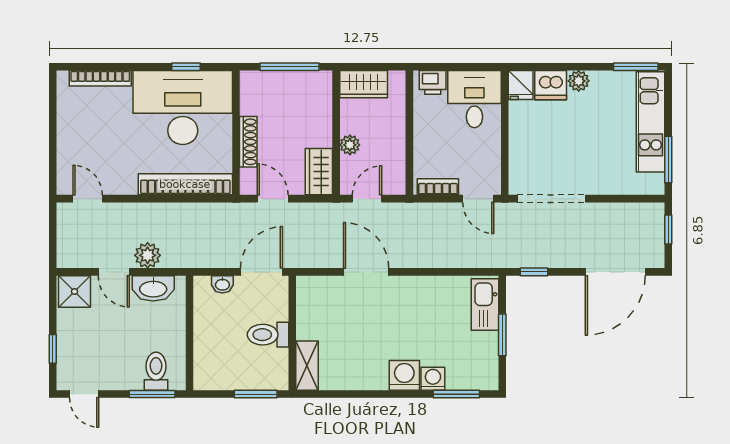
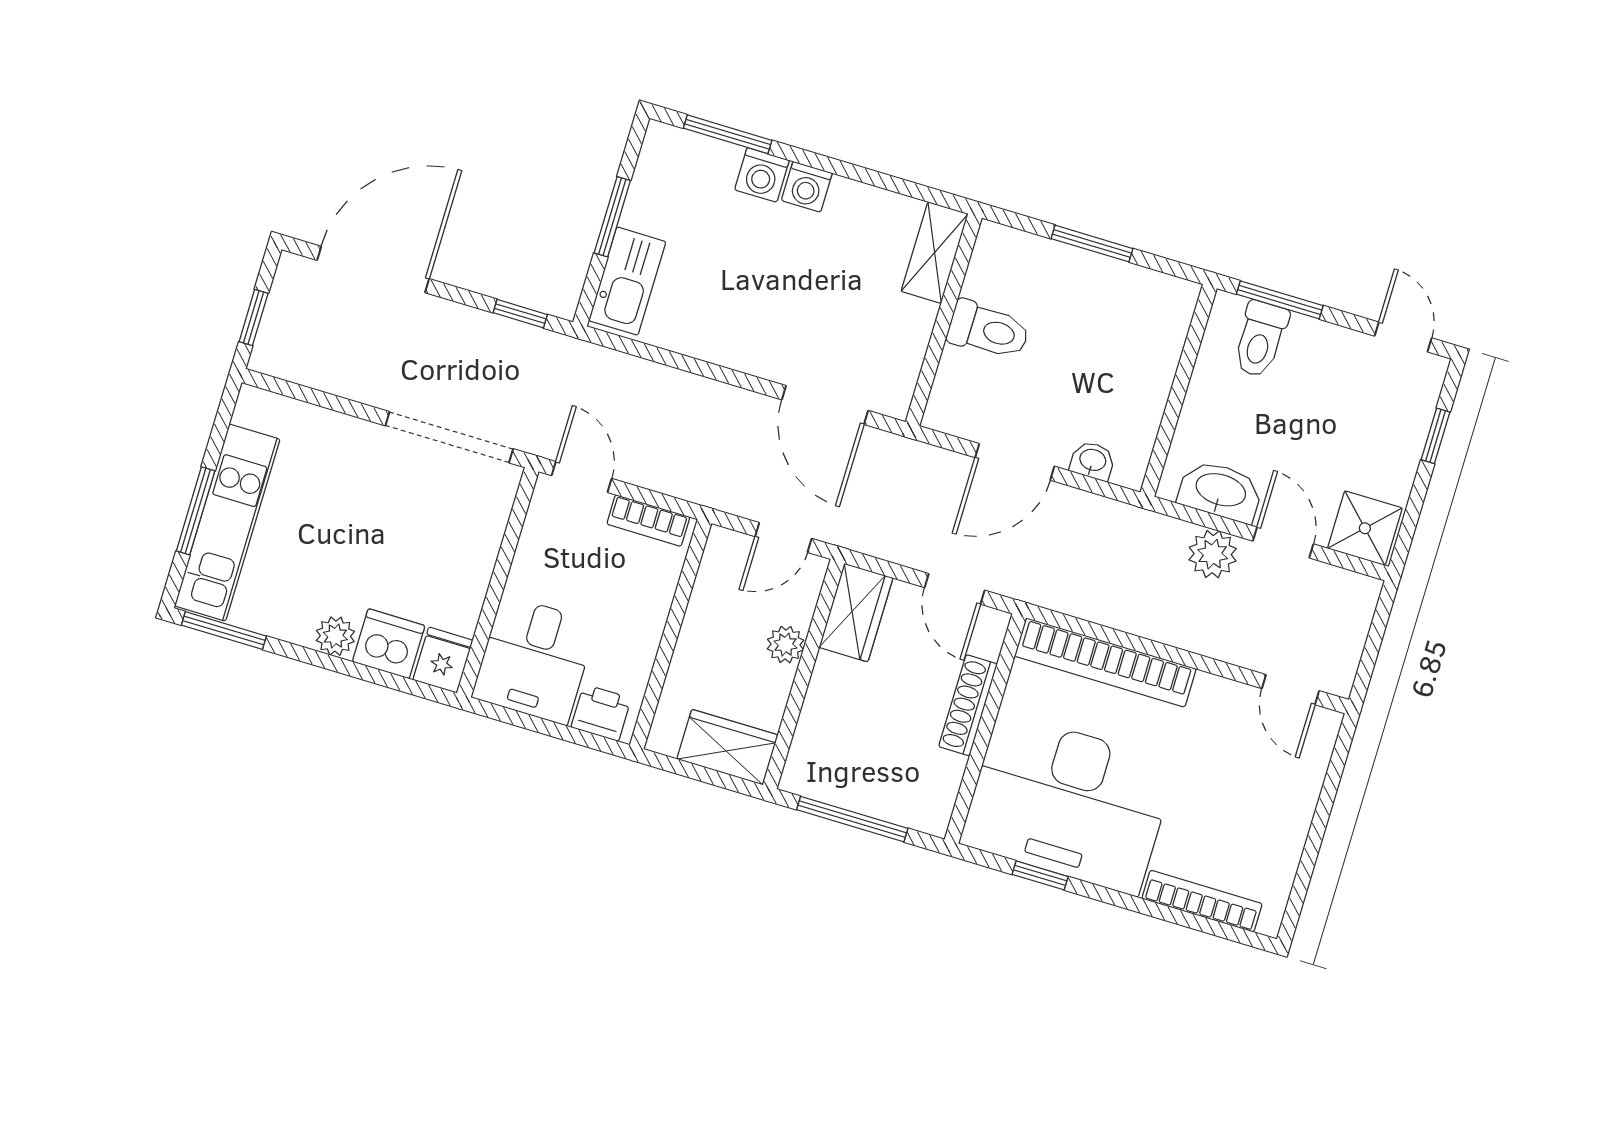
window: (668, 160) -> (196, 511), moved
wall: (292, 333) -> (944, 320), moved
toilet: (268, 335) -> (988, 330), moved
shelving: (307, 366) -> (935, 253), moved
washing machine: (404, 375) -> (807, 187), width x0.73, depth x0.73

